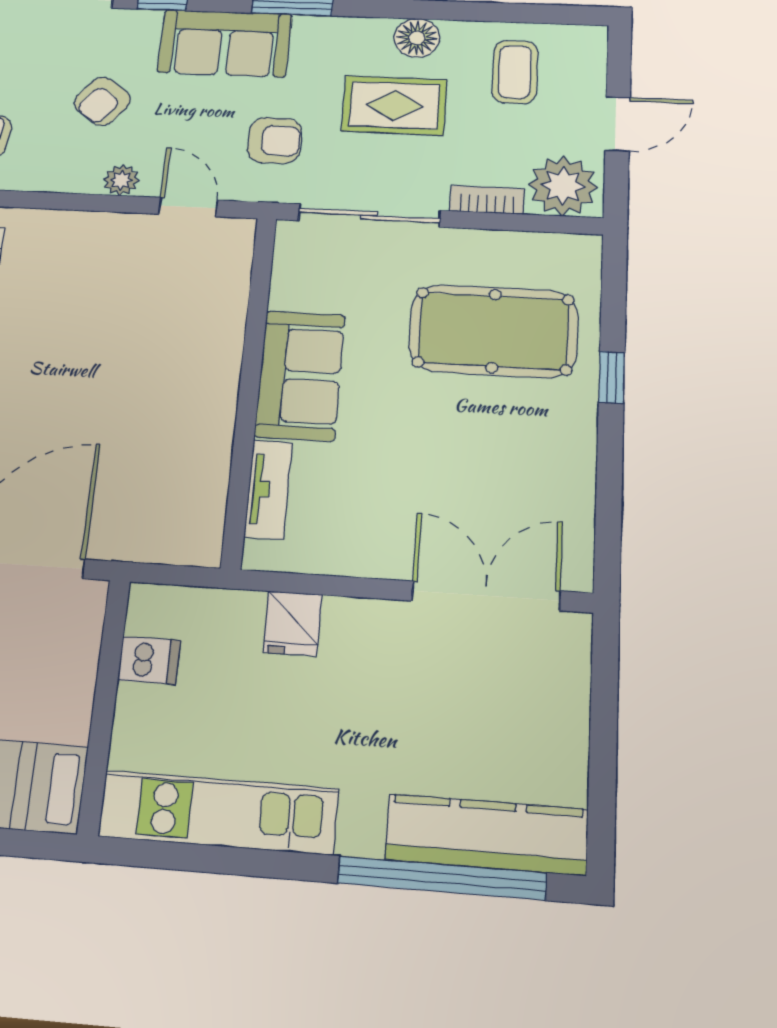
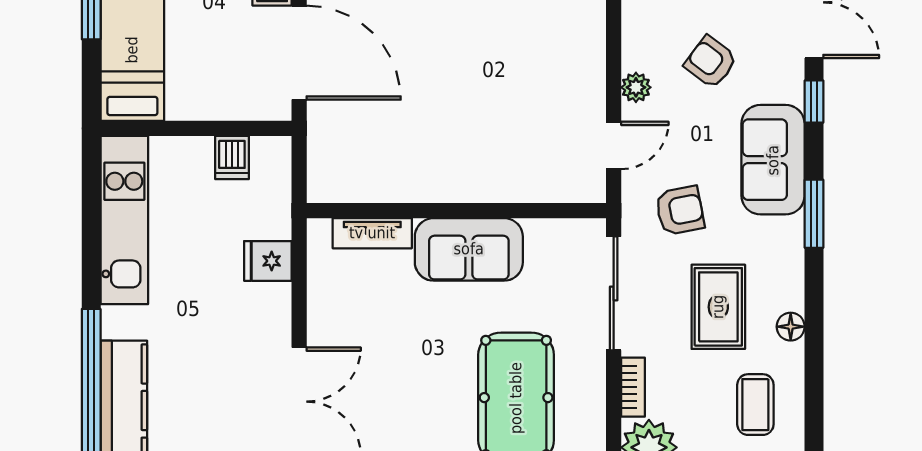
floor lamp: (417, 38) -> (791, 327), width x0.73, depth x0.73
coffee table: (515, 72) -> (755, 405), turned 90
armchair: (275, 140) -> (680, 211), turned -101

